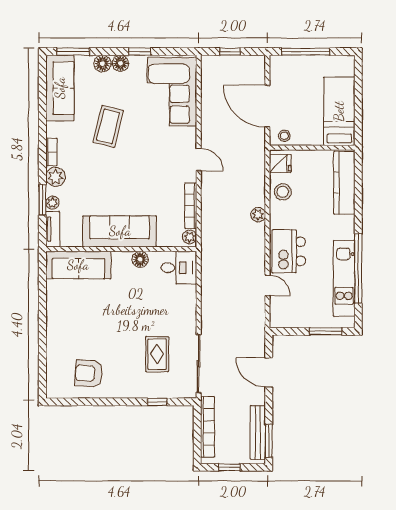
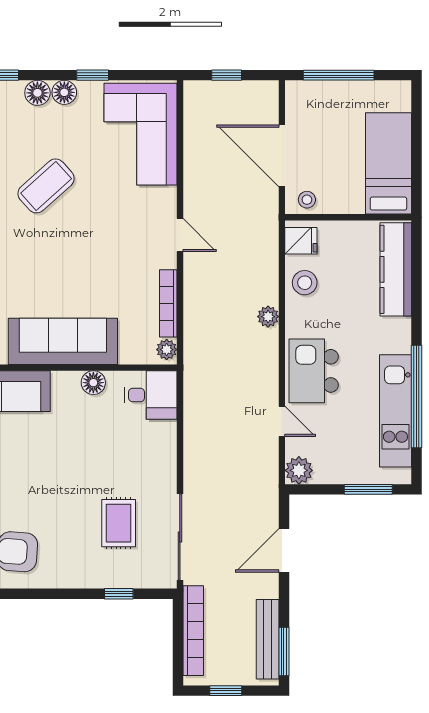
coffee table: (108, 126) -> (46, 186), turned 34
plant: (279, 319) -> (299, 470), added
door: (269, 373) -> (284, 550), hinge flipped

